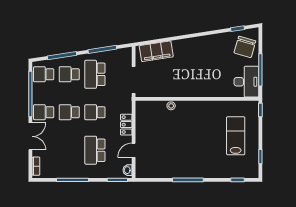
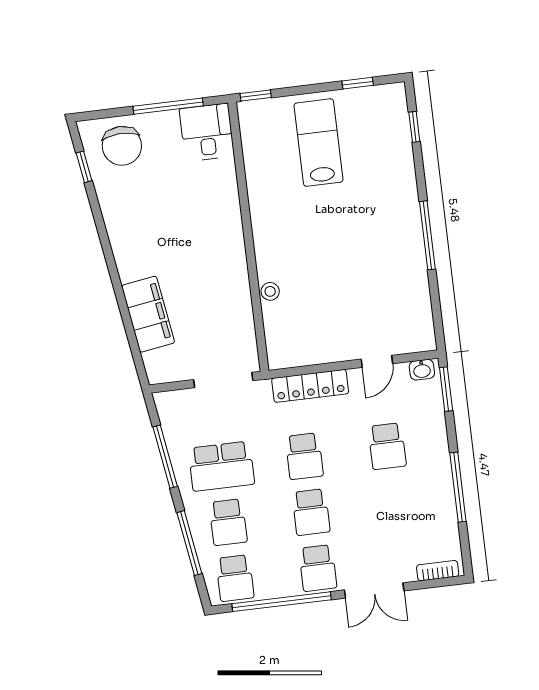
chair: (245, 47) -> (122, 146), turned 73
filing cabinet: (156, 51) -> (148, 314), moved
desk: (246, 82) -> (207, 132), width x0.73
locker: (126, 125) -> (310, 386), width x1.53
double door: (30, 136) -> (374, 590), swing flipped
lab bench: (236, 136) -> (319, 143), turned 90
school desk: (95, 150) -> (387, 446), width x0.54
door: (134, 150) -> (377, 361), hinge flipped

